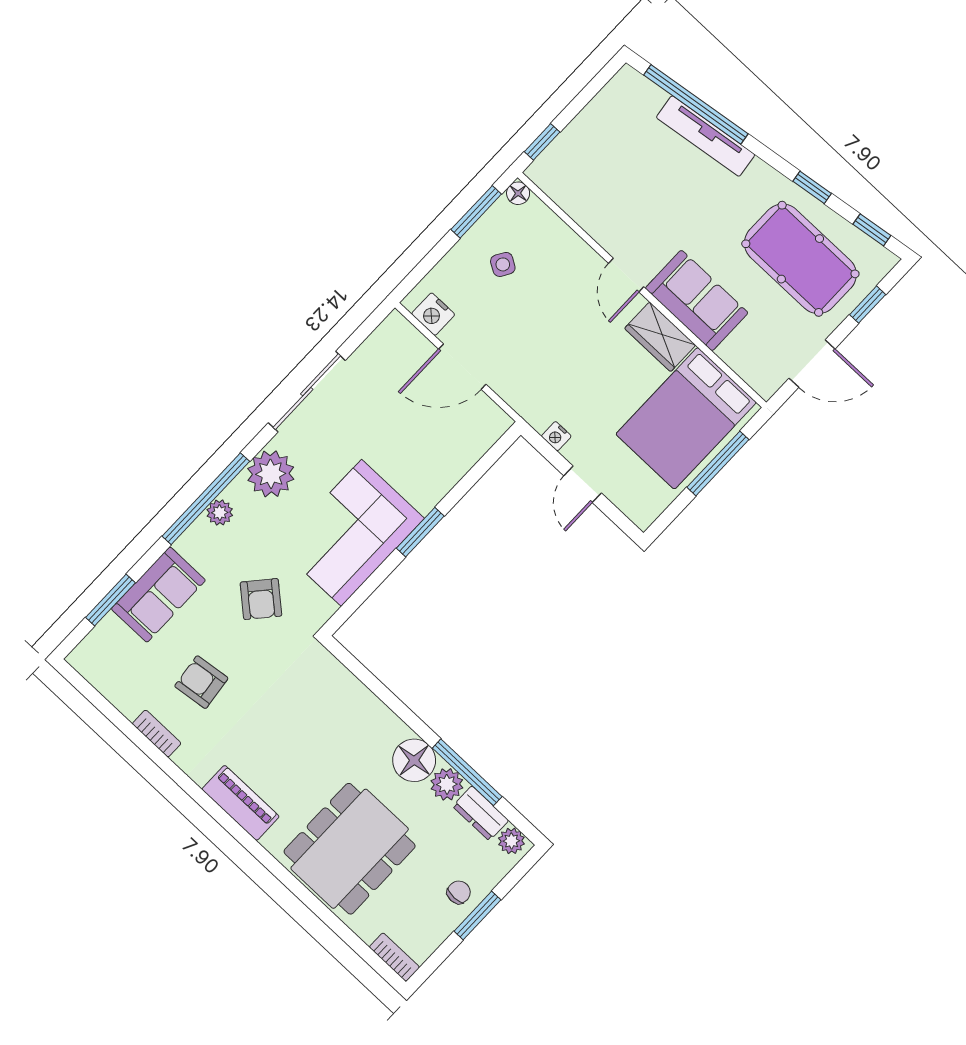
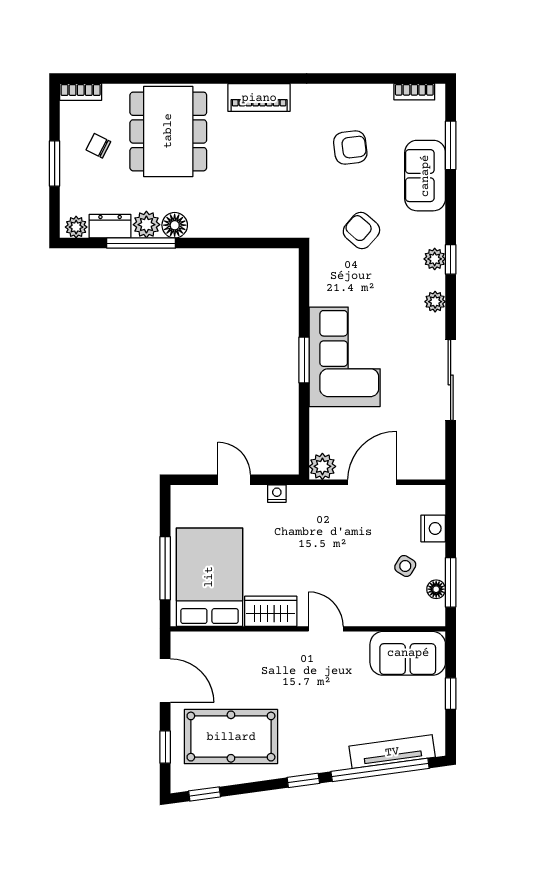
tv unit: (706, 136) -> (392, 752), moved
window: (542, 142) -> (451, 694), moved
window: (812, 187) -> (303, 780), moved
floor lamp: (518, 193) -> (436, 589), moved
sofa: (697, 301) -> (408, 653), moved
nightstand: (433, 314) -> (433, 528), moved, turned 90
door: (812, 364) -> (165, 681), swing flipped
plant: (493, 422) -> (322, 466), added
plant: (271, 474) -> (435, 302), width x0.53, depth x0.53
window: (206, 499) -> (451, 259), width x0.32
corner sofa: (351, 533) -> (345, 357), moved
bookcase: (157, 733) -> (414, 92), moved
floor lamp: (414, 760) -> (175, 225), width x0.73, depth x0.73
chair: (459, 892) -> (98, 146), moved, turned 117

